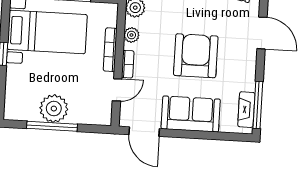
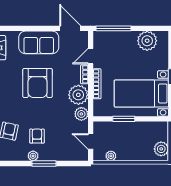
plant: (131, 35) -> (78, 95), width x1.88, depth x1.88
plant: (54, 109) -> (147, 41), moved
window: (52, 126) -> (113, 28), moved

